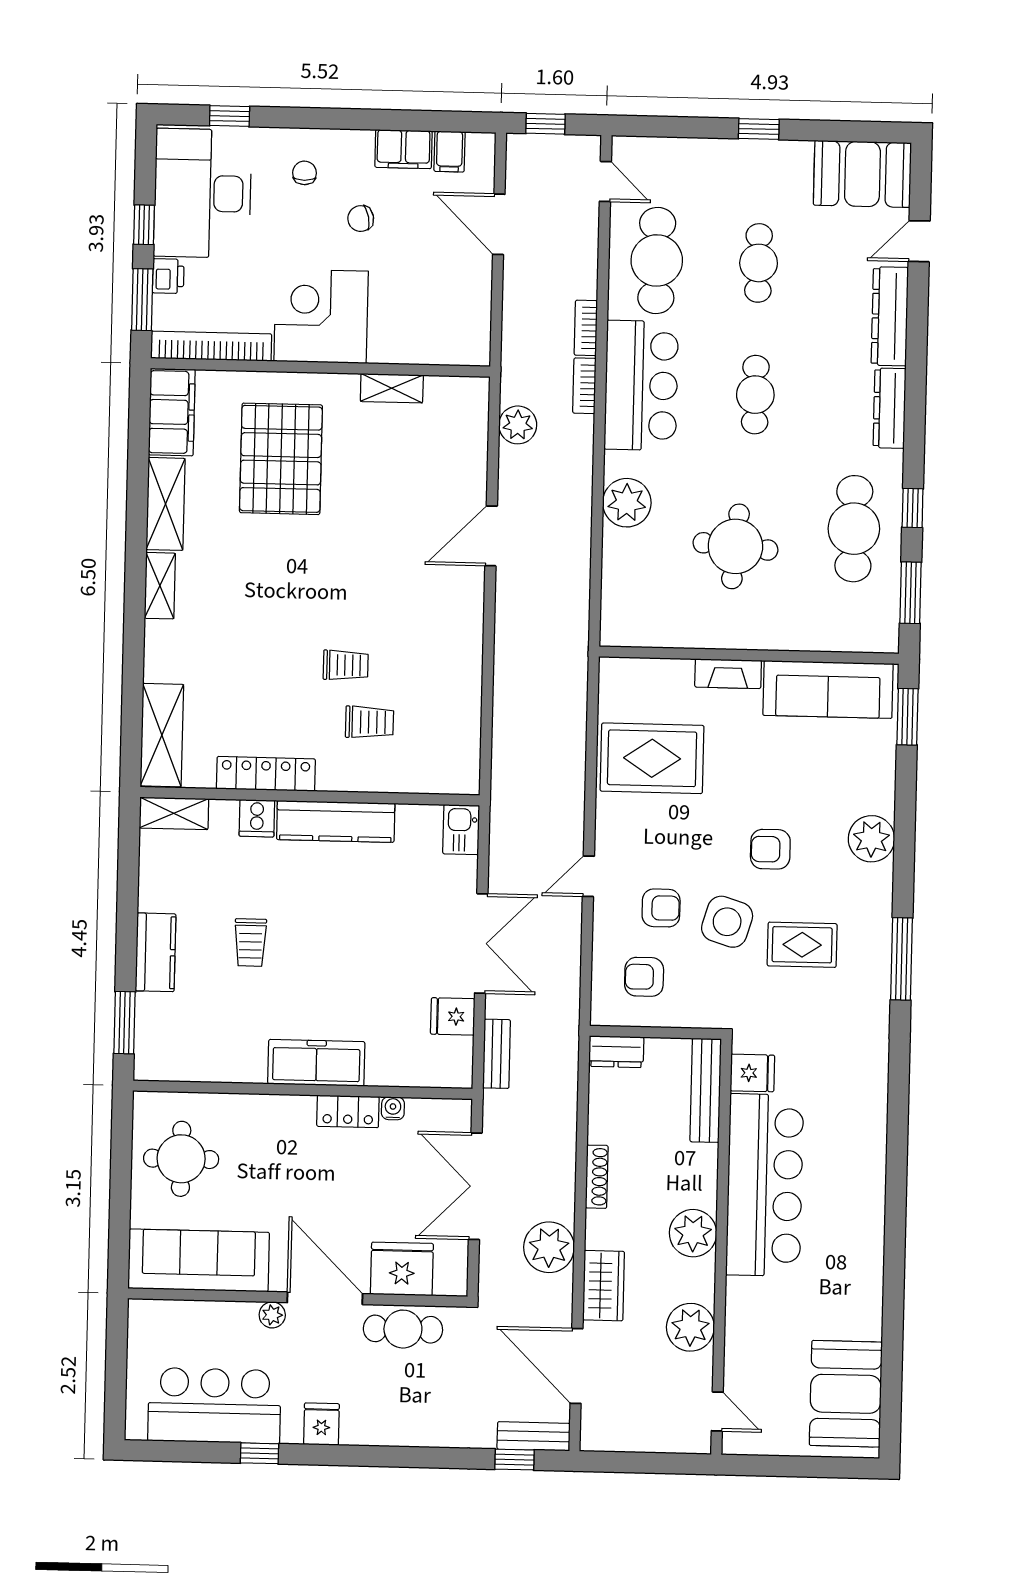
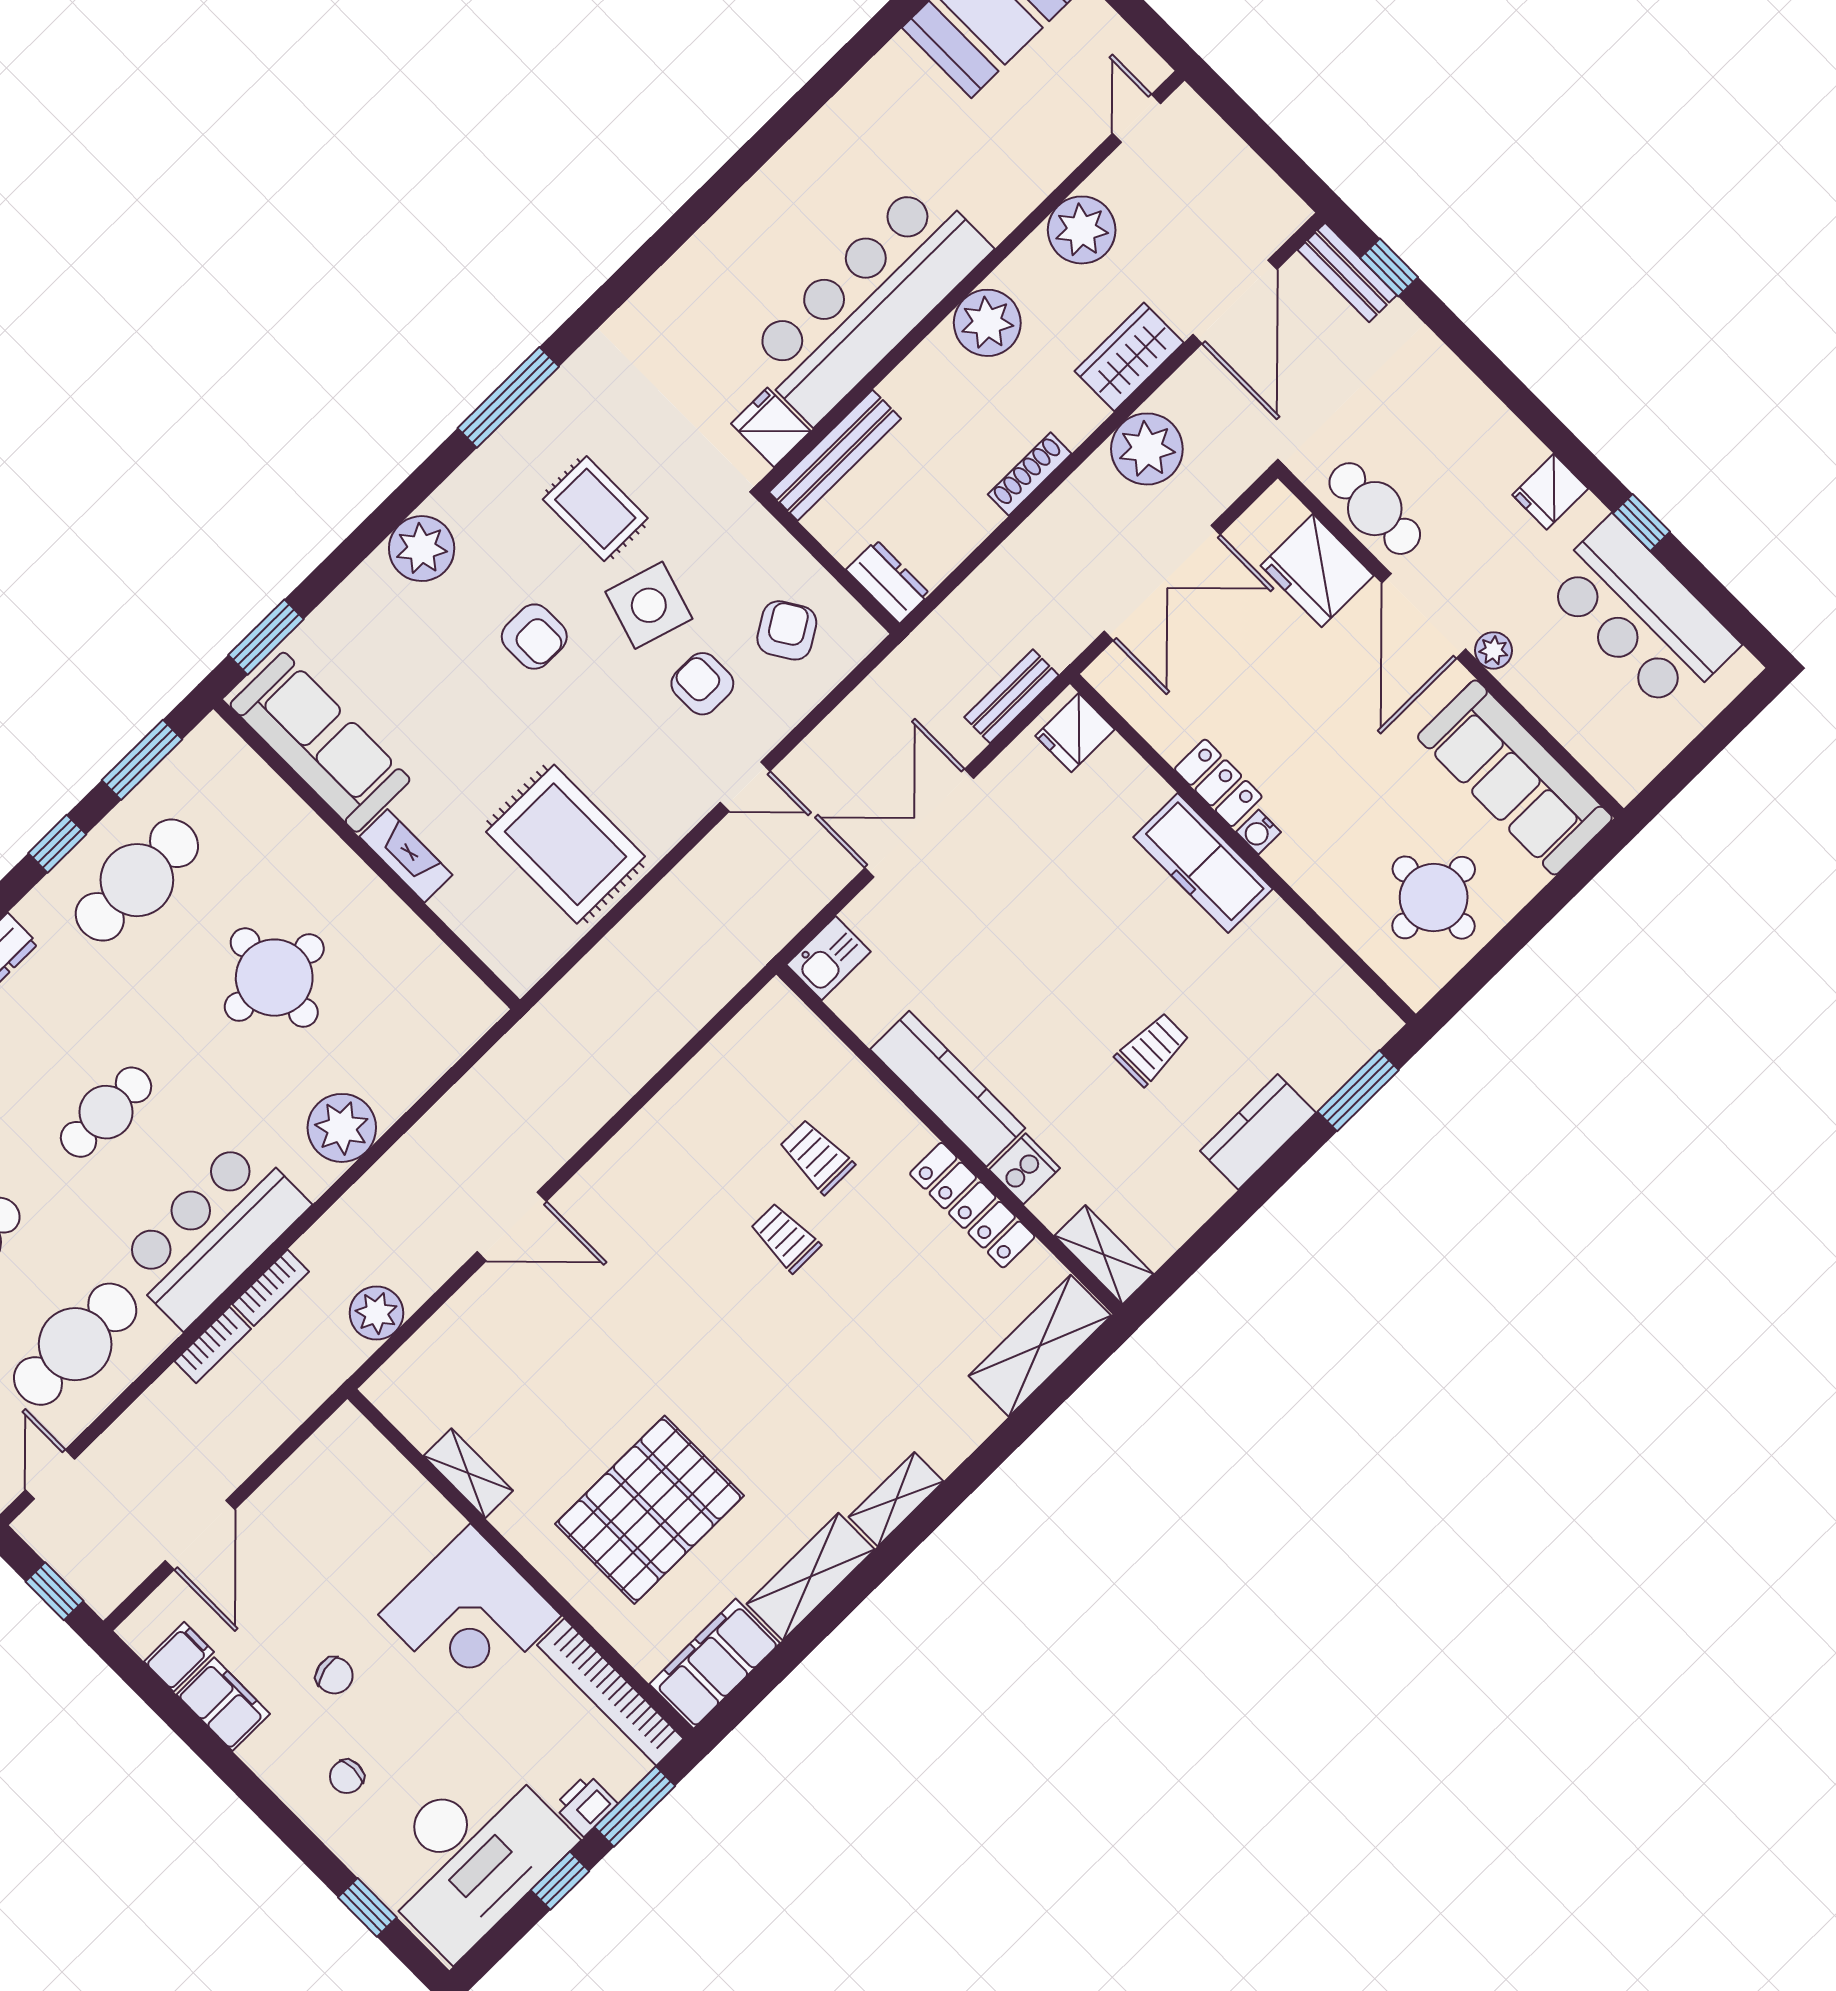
armchair: (644, 977) -> (787, 630), turned -122
fridge: (453, 1016) -> (1075, 733), moved, turned 90
water cooler: (393, 1108) -> (1258, 832), moved

